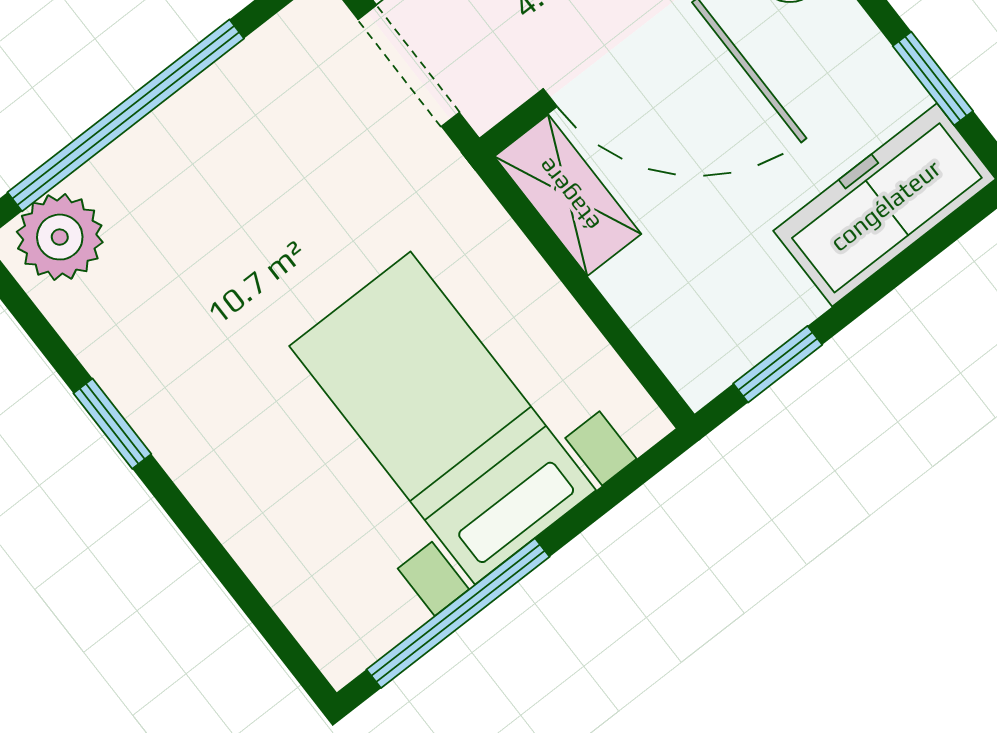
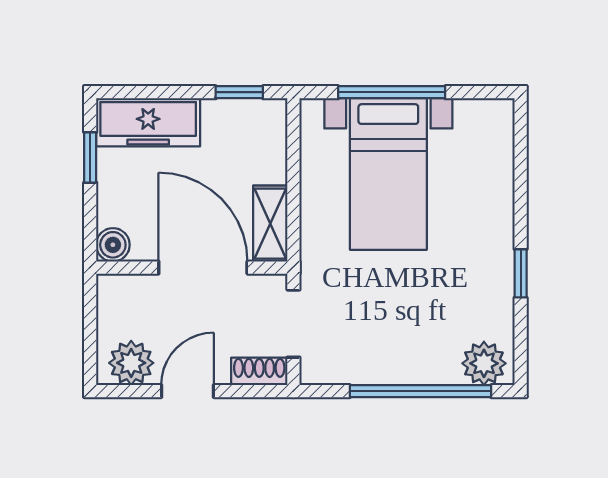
window: (458, 613) -> (392, 92), moved

